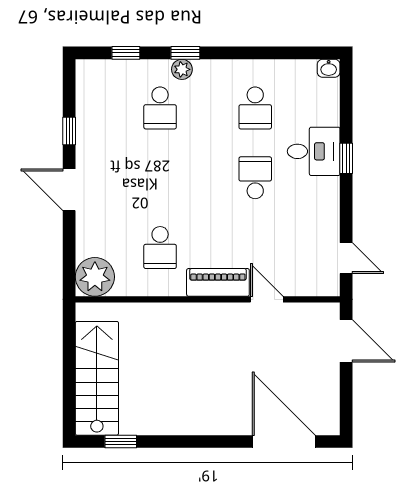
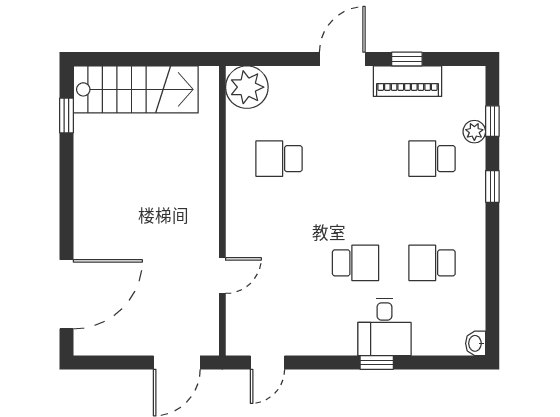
plant: (182, 69) -> (474, 132), moved
piano: (218, 282) -> (407, 81), moved, turned 90

